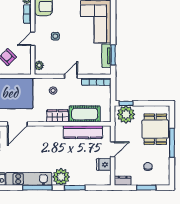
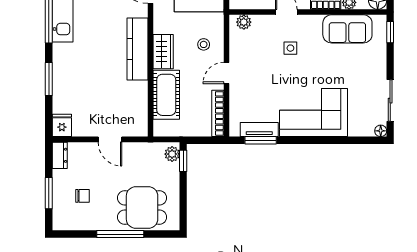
door: (71, 76) -> (227, 73), swing flipped
plant: (126, 114) -> (172, 154), width x0.53, depth x0.53
kitchen counter: (83, 132) -> (137, 49), moved
fridge: (104, 164) -> (62, 125), moved
plant: (61, 177) -> (66, 57), removed

